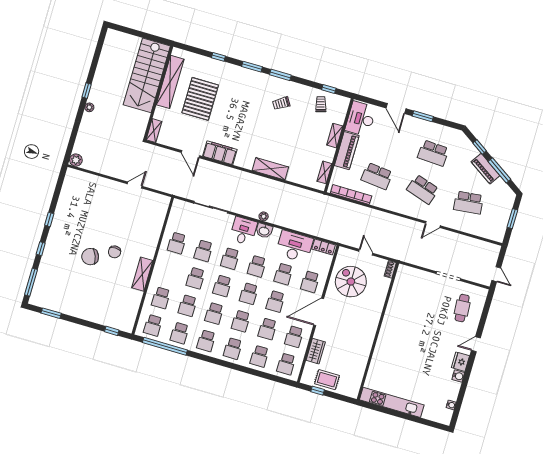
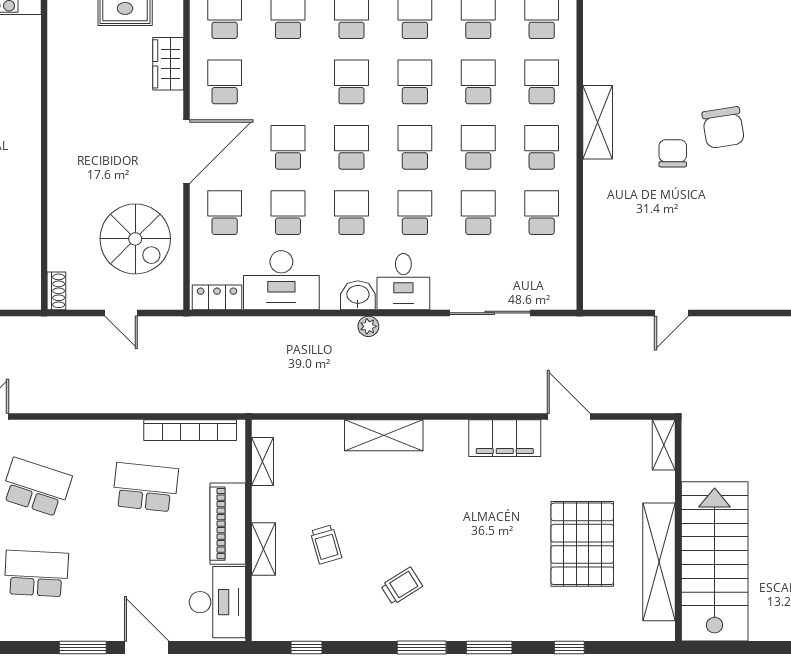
trolley: (321, 104) -> (326, 544), moved
chair: (90, 257) -> (723, 128), turned 102
school desk: (267, 329) -> (542, 147), moved

